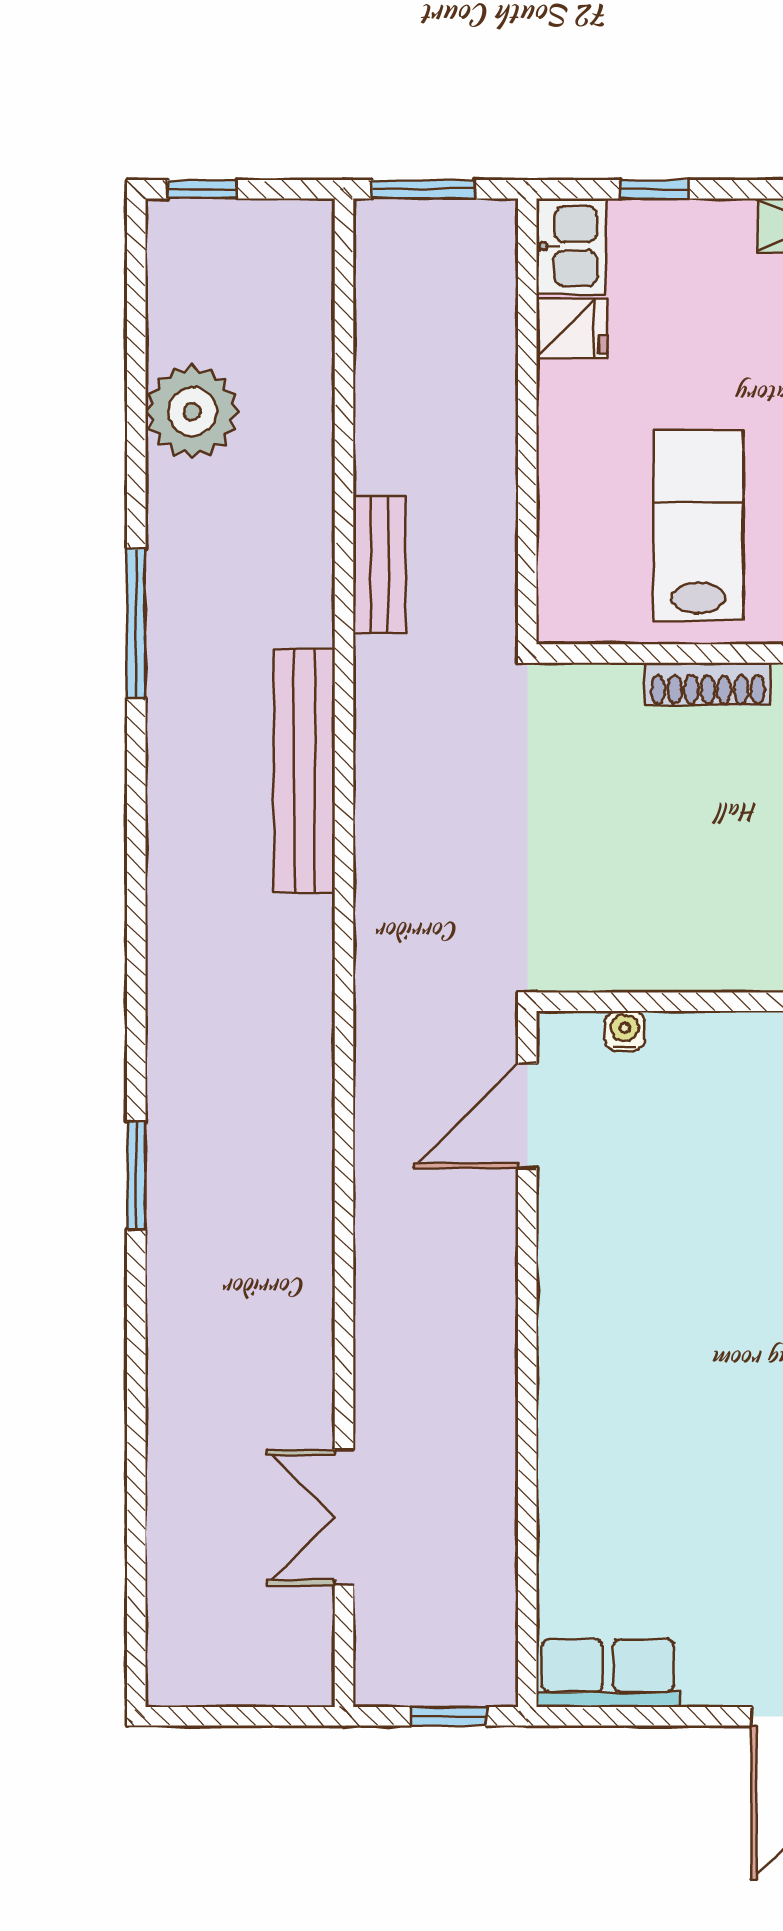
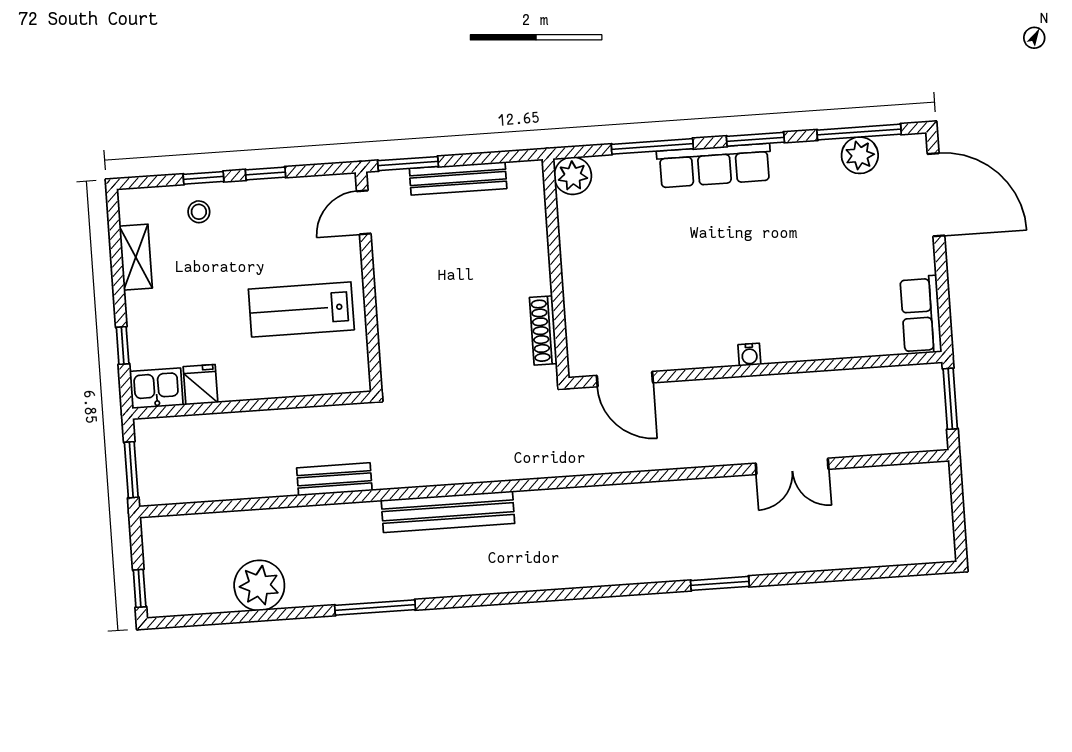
shoe rack: (708, 684) -> (543, 330), moved, turned 180
water cooler: (625, 1031) -> (749, 355), moved, turned -90
window: (136, 1176) -> (720, 583), moved
double door: (344, 1517) -> (792, 466), moved
window: (449, 1716) -> (950, 399), width x1.50

